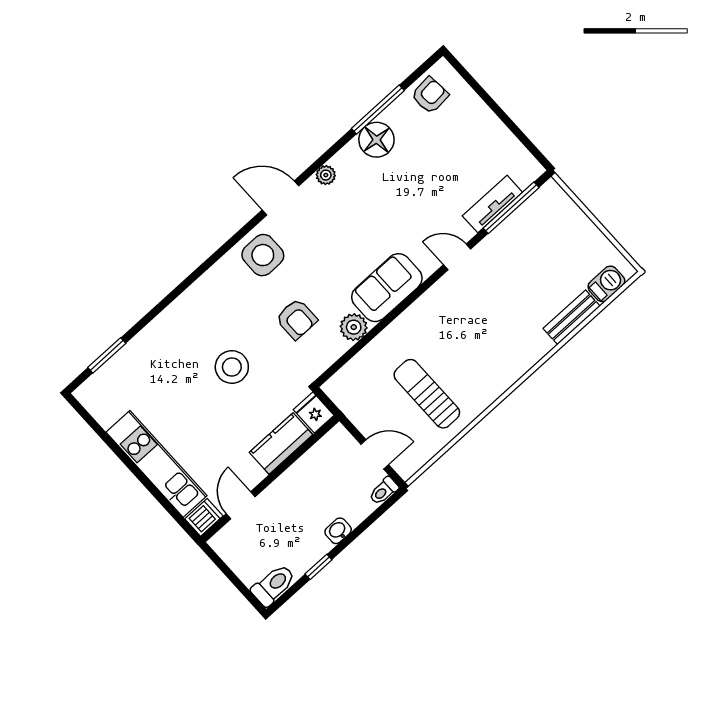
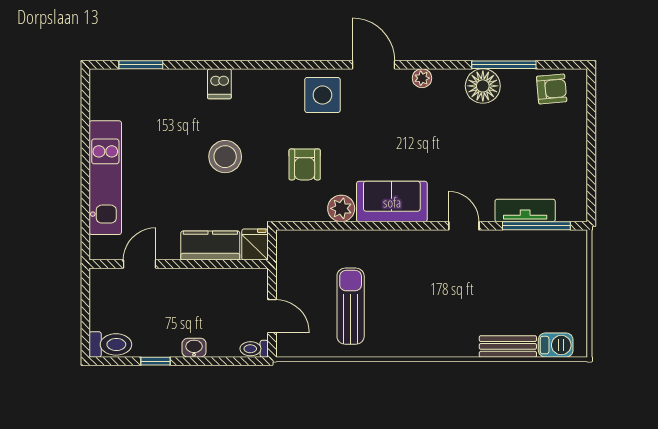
dishwasher: (204, 517) -> (219, 84), moved, turned 90

